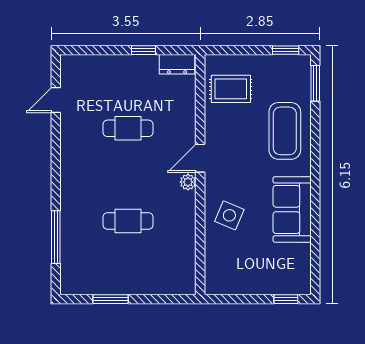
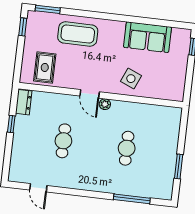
sofa: (292, 209) -> (148, 37), moved

